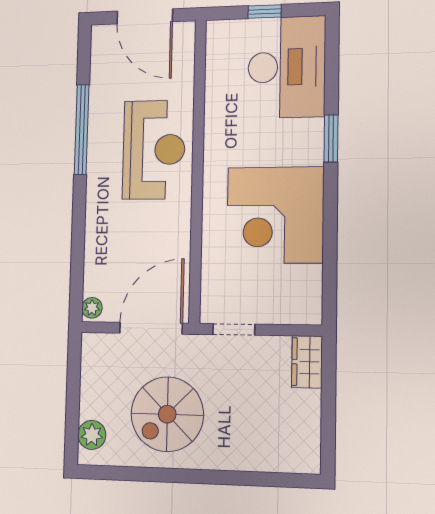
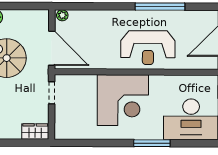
window: (331, 138) -> (152, 143), width x1.44
corner desk: (275, 215) -> (123, 100), moved, turned 180

